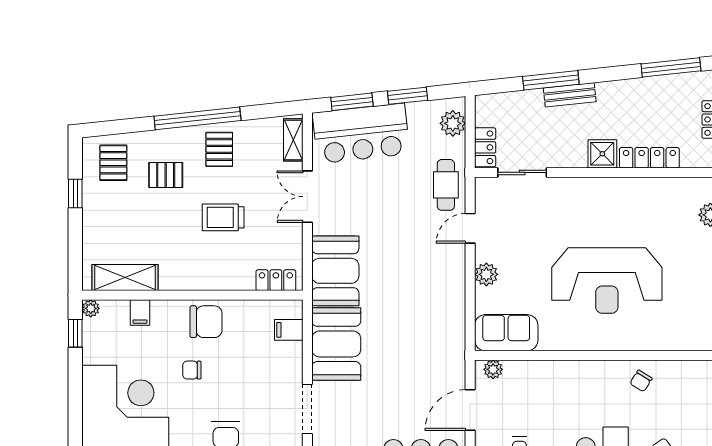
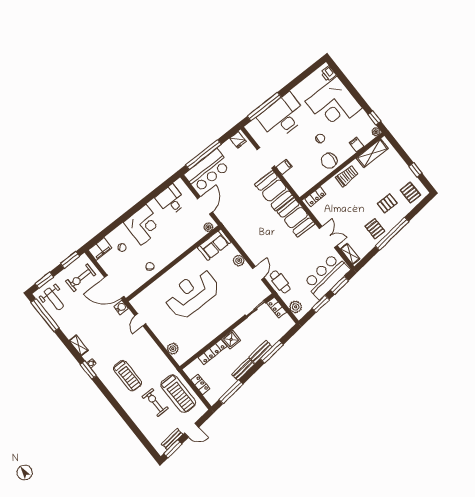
bench: (622, 89) -> (243, 369), added
trolley: (223, 217) -> (347, 176), moved
filing cabinet: (289, 330) -> (284, 167), moved

